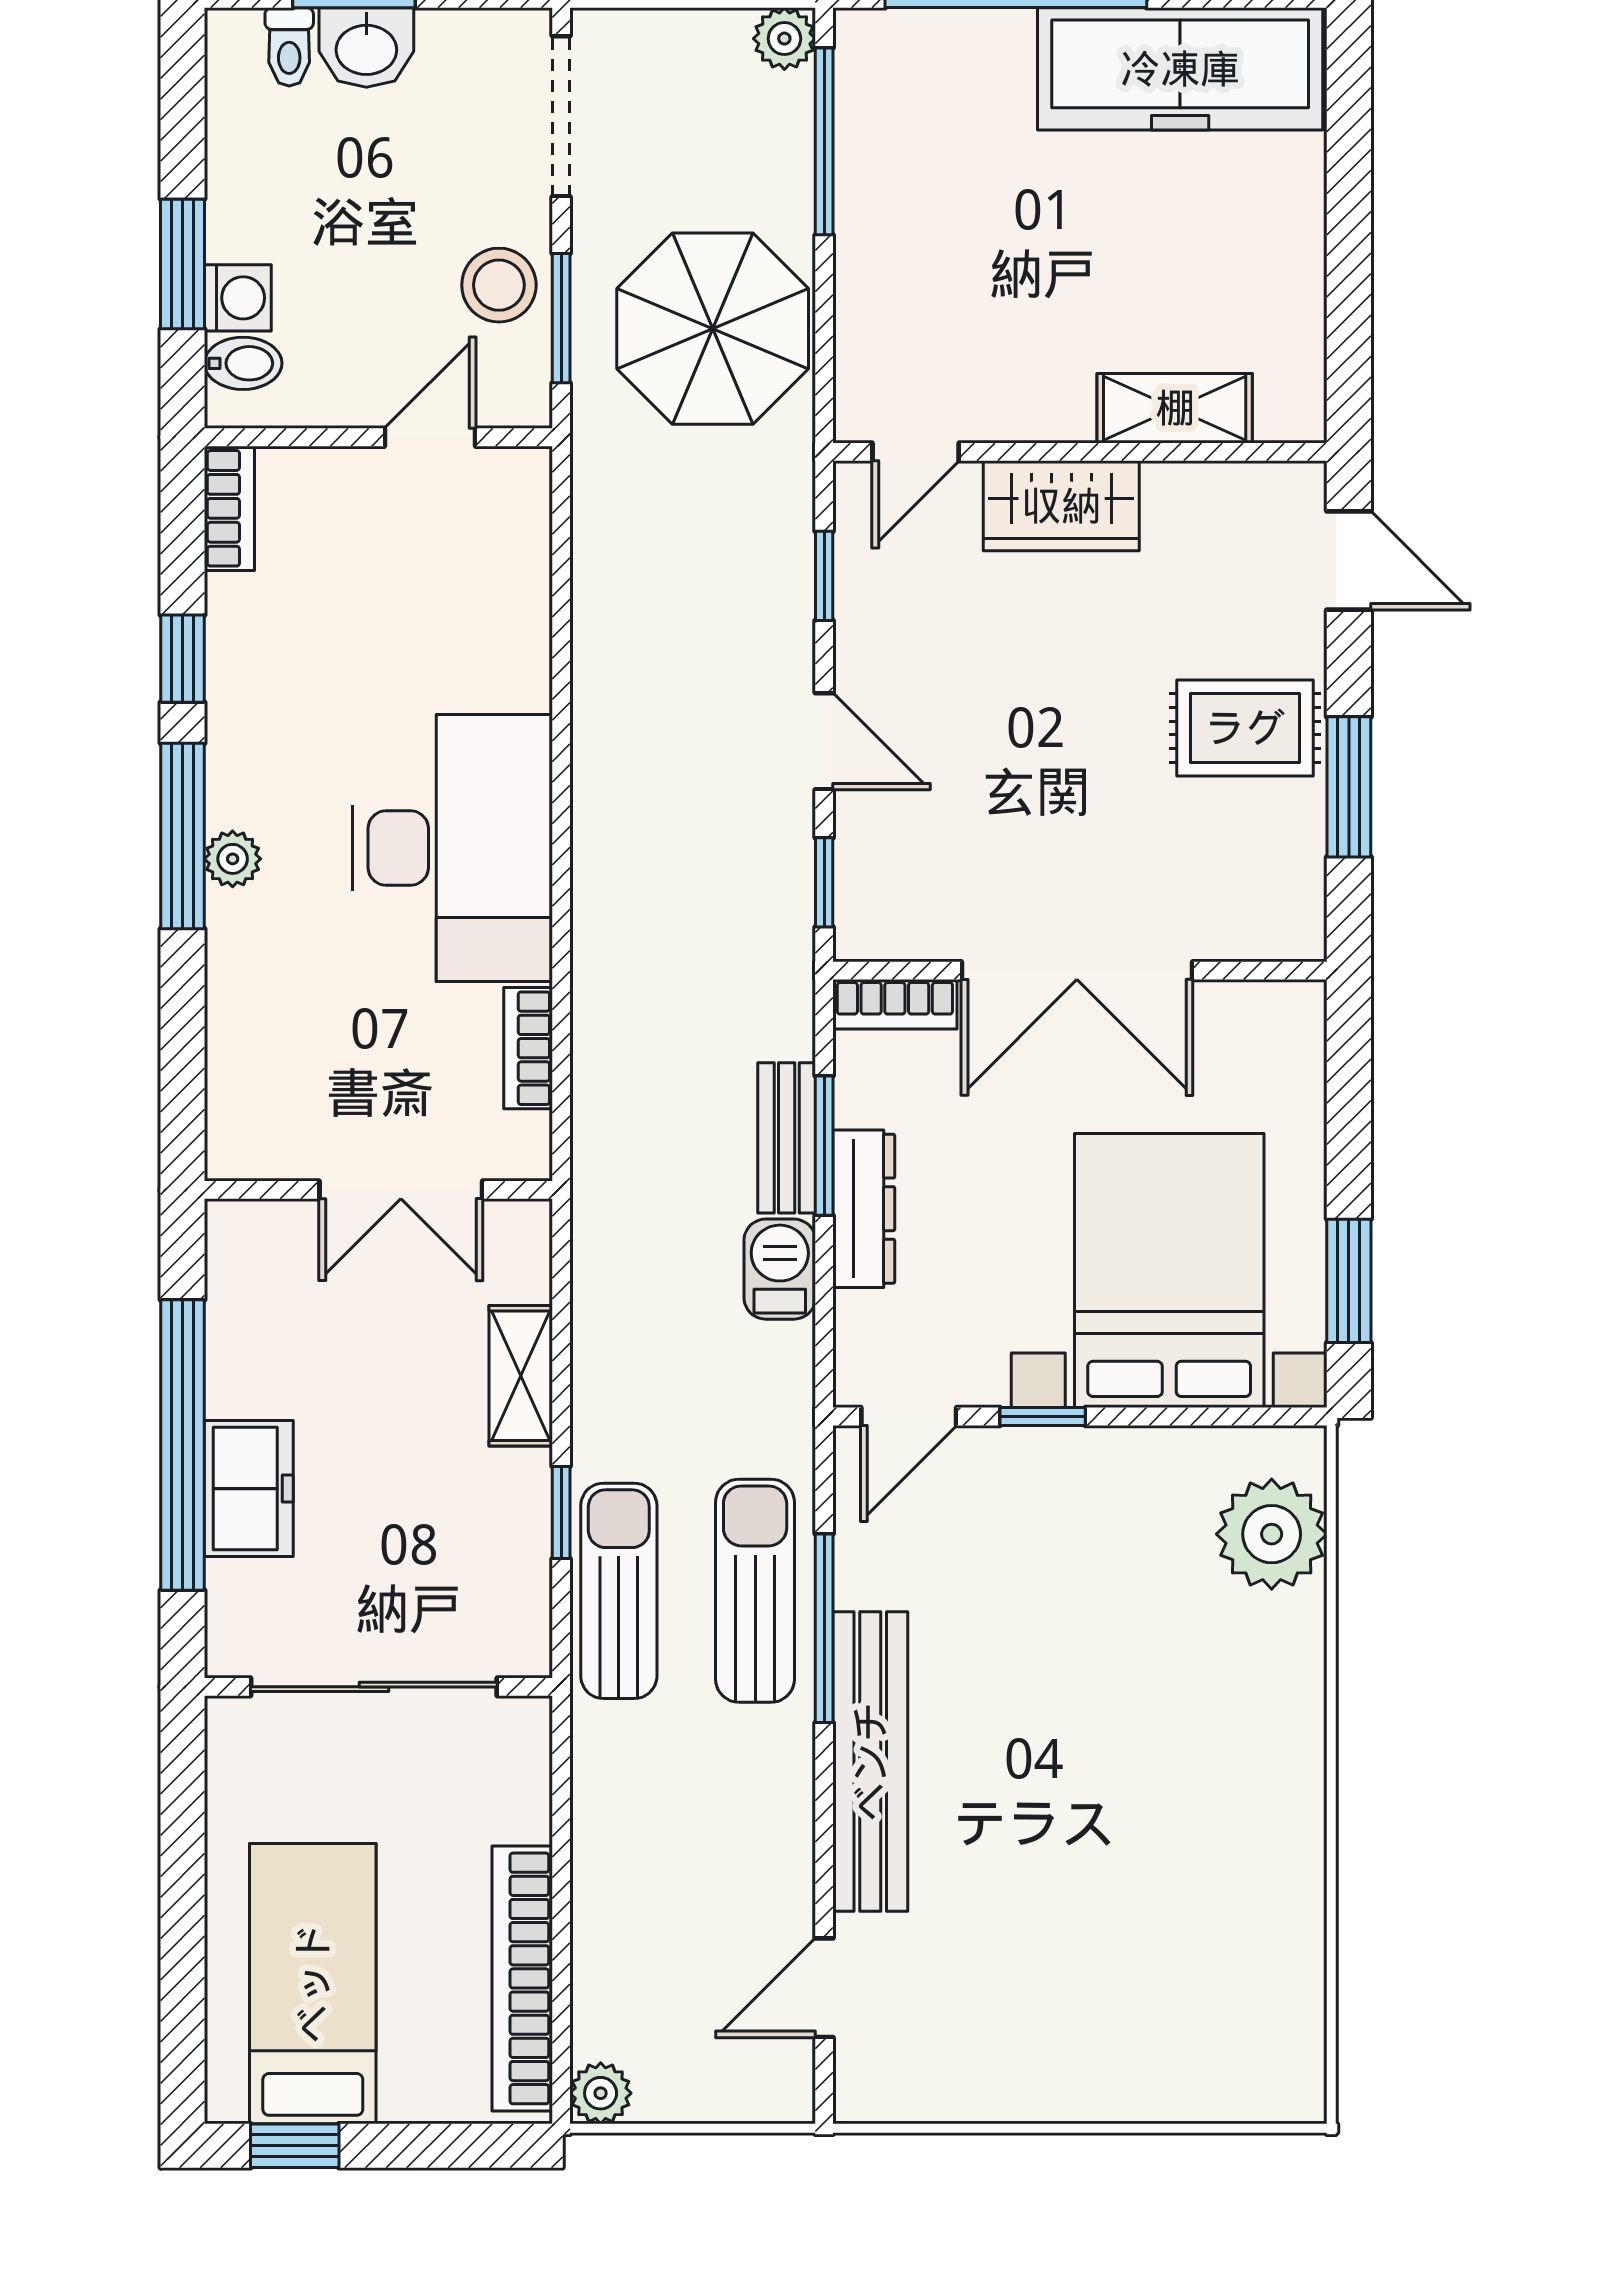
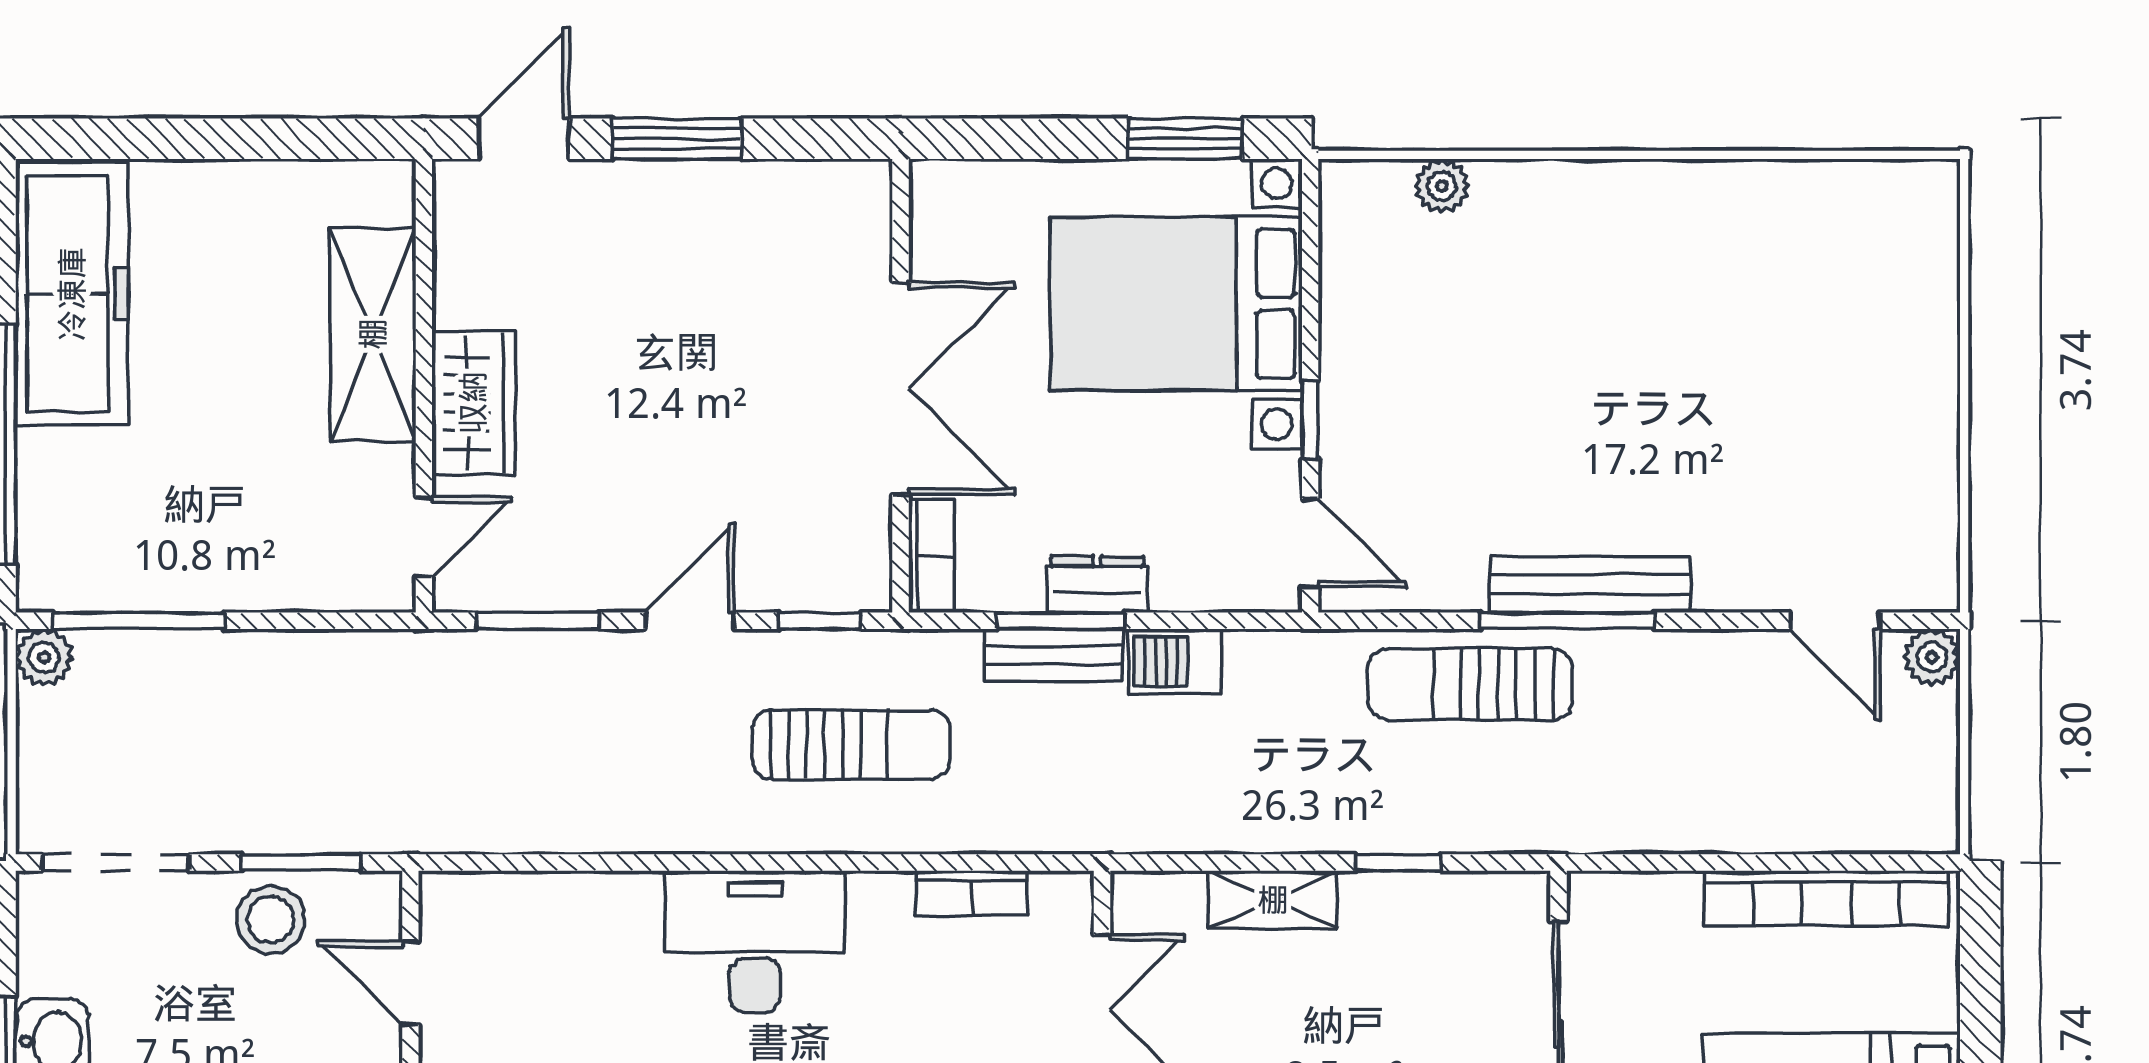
parasol: (713, 329) -> (311, 723), removed
shelving: (1175, 408) -> (373, 334), width x1.50, depth x1.33
door: (916, 452) -> (424, 537), hinge flipped
window: (824, 576) -> (538, 621), width x1.50
rug: (1245, 728) -> (678, 234), removed
window: (1349, 787) -> (677, 139), moved
desk: (452, 848) -> (755, 941), width x0.73, depth x0.77
dresser: (864, 1209) -> (1097, 584), width x0.70
plant: (1272, 1534) -> (1442, 186), width x0.53, depth x0.53
sun lounger: (619, 1591) -> (851, 745), moved, turned 180
window: (824, 1628) -> (1567, 621), moved
bench: (870, 1762) -> (1590, 585), width x0.73, depth x0.82
plant: (601, 2093) -> (1932, 657), moved

